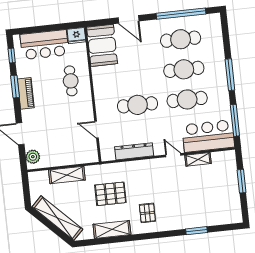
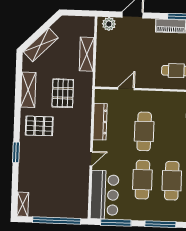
shelving: (198, 159) -> (23, 204), moved
window: (242, 181) -> (57, 221), width x2.11
pallet: (147, 213) -> (39, 126), width x1.50, depth x1.42
shelving: (57, 218) -> (41, 45), width x0.68
window: (197, 231) -> (16, 152), moved

